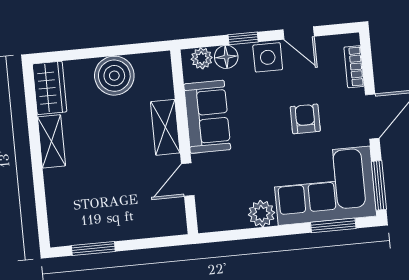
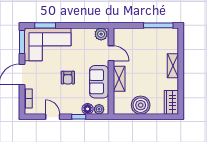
side table: (268, 57) -> (68, 107), removed
armchair: (305, 119) -> (68, 78), moved
shelving: (51, 141) -> (173, 66), moved
door: (188, 180) -> (111, 53), hinge flipped
plant: (262, 214) -> (101, 34), moved
window: (93, 249) -> (158, 25), width x1.44

